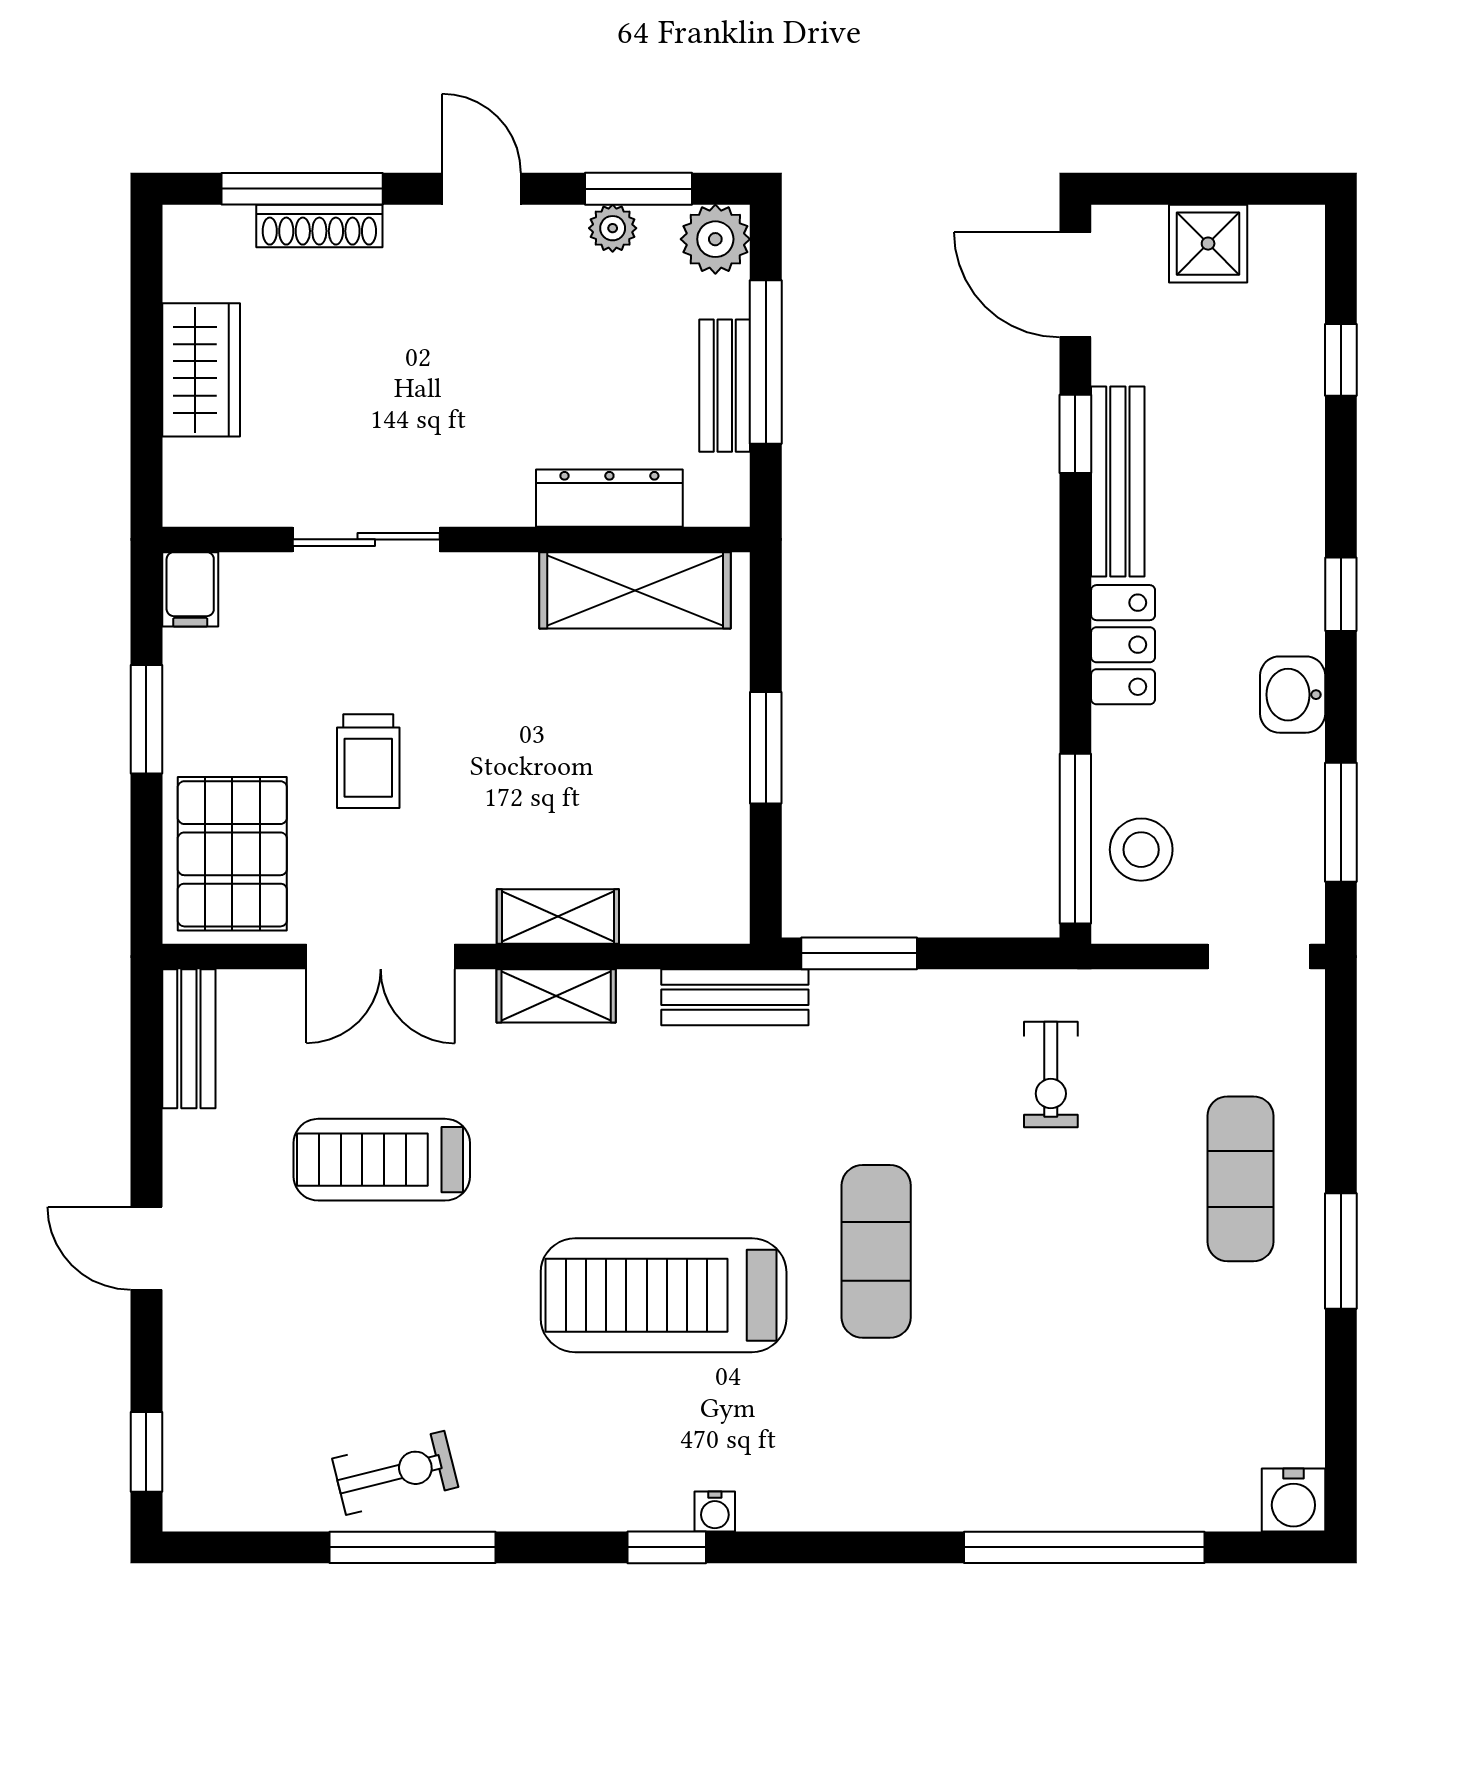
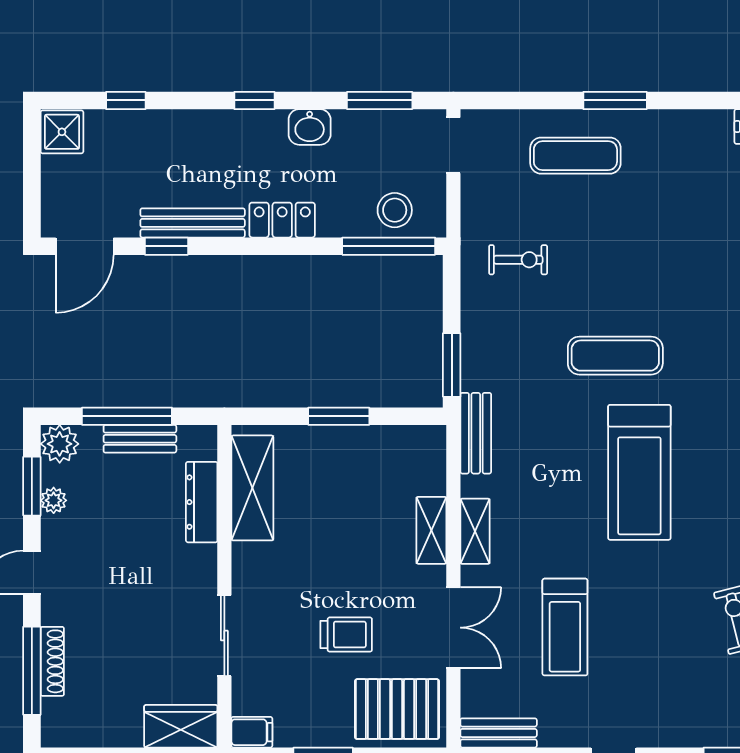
shower: (1208, 244) -> (62, 132), moved
wardrobe: (201, 370) -> (181, 726), moved

